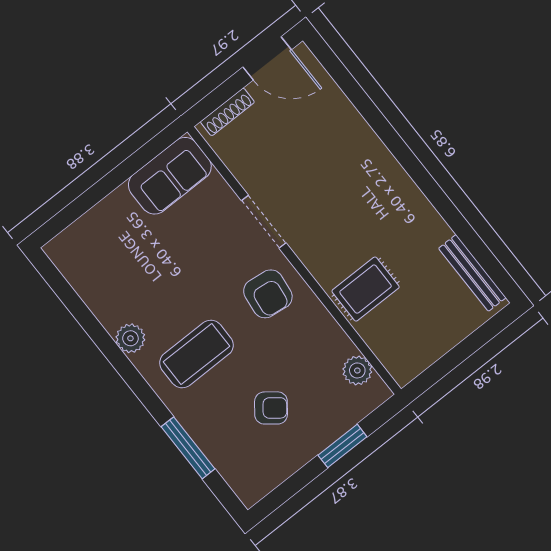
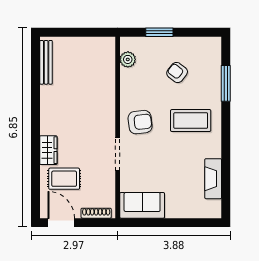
wardrobe: (369, 149) -> (48, 150), added
rug: (366, 289) -> (64, 179), moved
armchair: (268, 294) -> (140, 122), turned 76
fireplace: (97, 296) -> (213, 179), added
plant: (130, 338) -> (214, 149), removed

